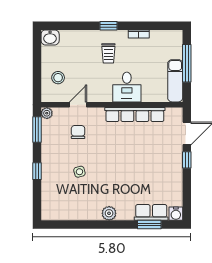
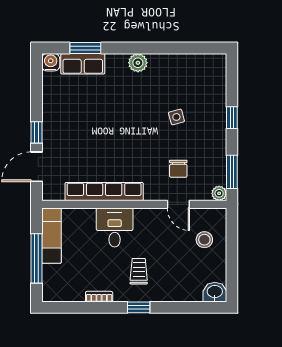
door: (78, 105) -> (178, 204), hinge flipped

